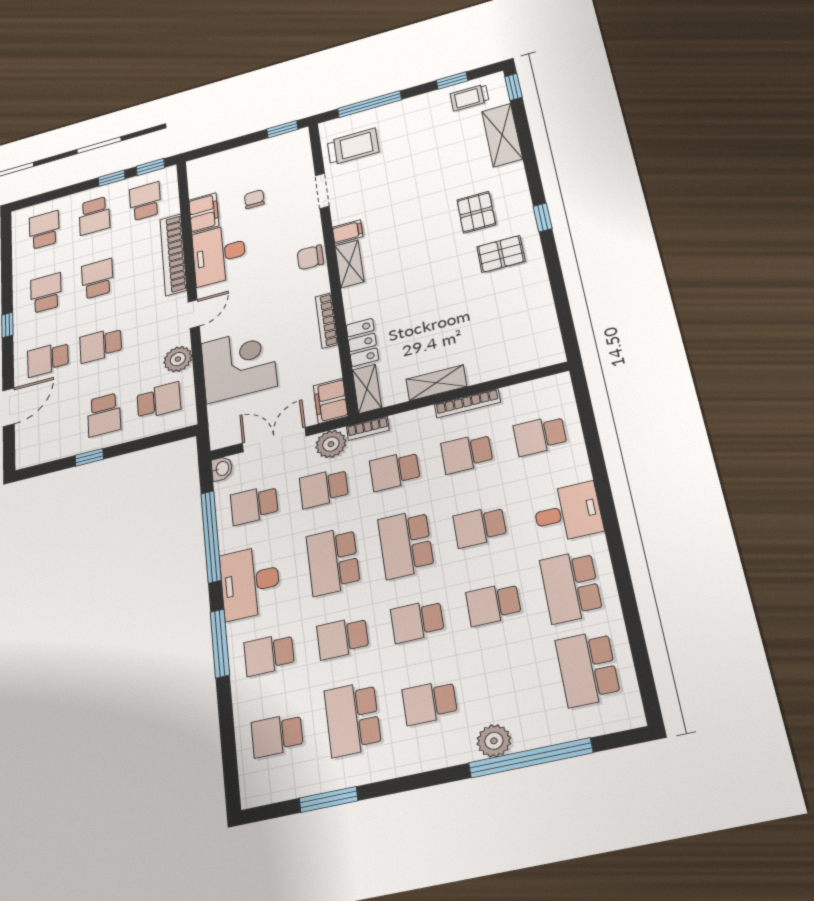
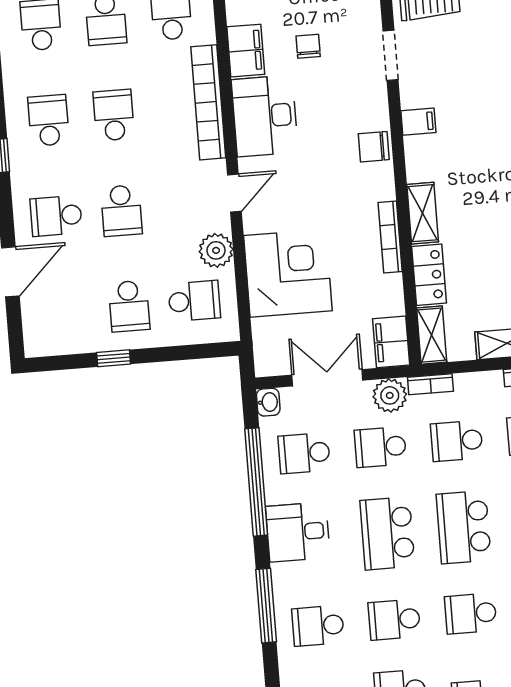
shelving: (349, 264) -> (423, 213), moved
school desk: (101, 345) -> (121, 211), turned -90
desk: (250, 582) -> (298, 532), width x0.73

